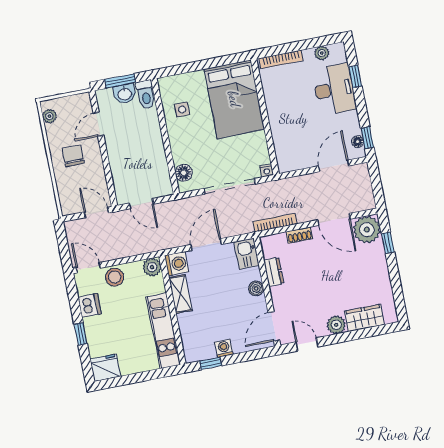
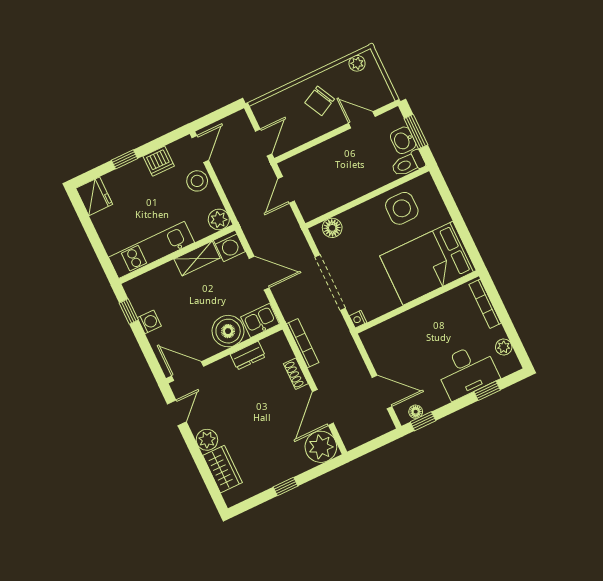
side table: (182, 109) -> (402, 208), width x1.87, depth x1.87
chair: (73, 156) -> (320, 101), turned 153
window: (388, 243) -> (285, 487), moved
boiler: (256, 288) -> (228, 331), width x1.86, depth x1.86

